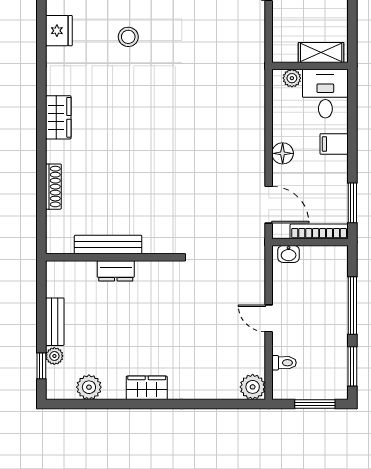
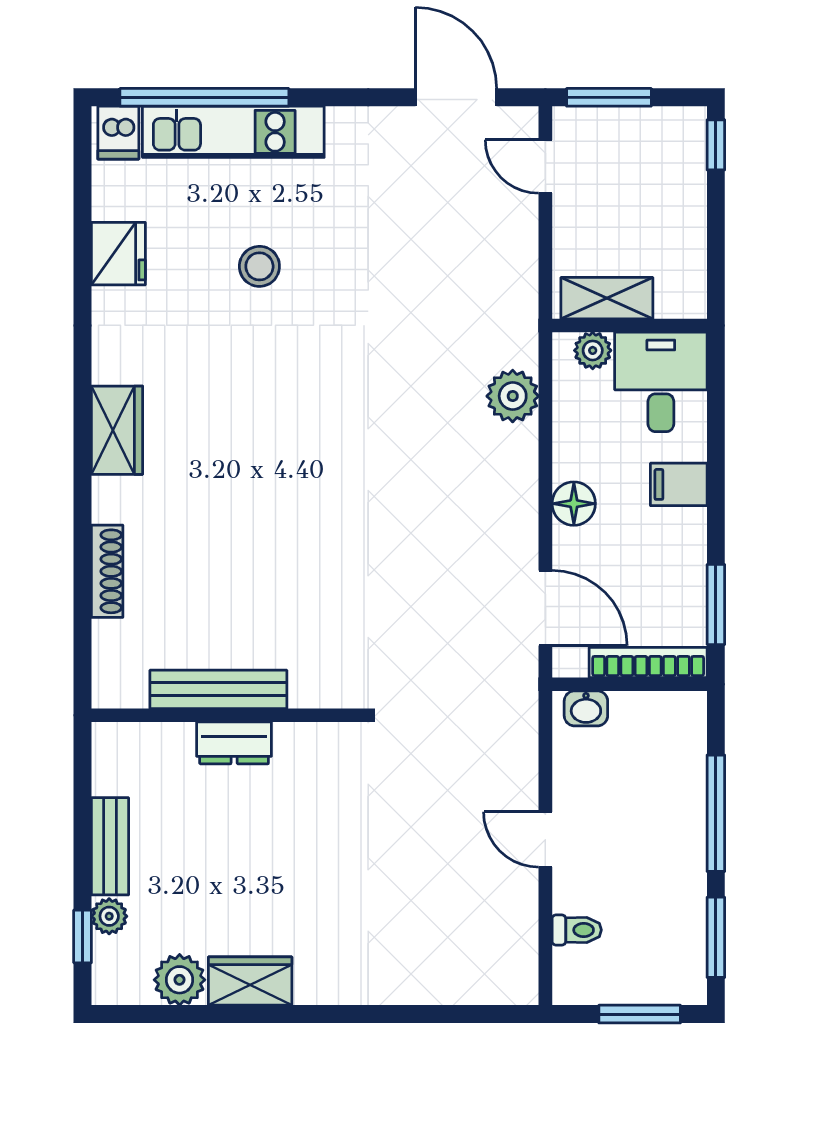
shelving: (321, 52) -> (607, 298), moved
plant: (253, 387) -> (513, 396), moved
wardrobe: (147, 388) -> (250, 981), moved

